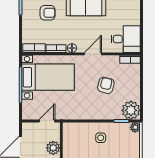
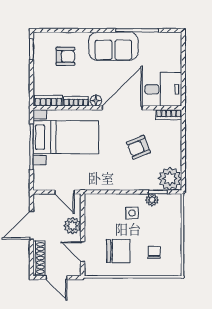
door: (93, 54) -> (122, 108), width x1.88
armchair: (106, 85) -> (138, 147), turned -126
door: (47, 121) -> (65, 192), swing flipped
plant: (135, 127) -> (152, 200), moved

